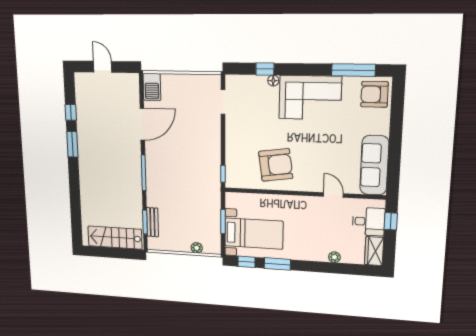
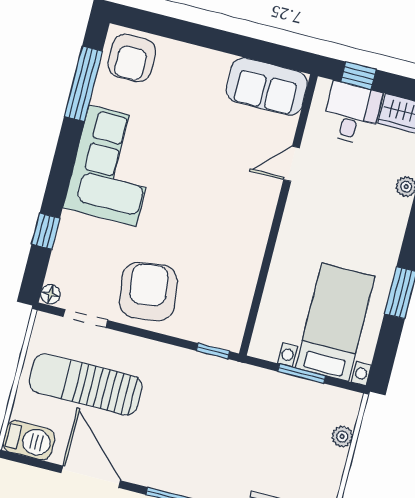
floor lamp: (273, 81) -> (50, 294), moved
sun lounger: (189, 110) -> (86, 384), added
armchair: (276, 165) -> (148, 291), moved
sofa: (374, 165) -> (267, 86), width x0.73
window: (247, 262) -> (386, 349), removed

